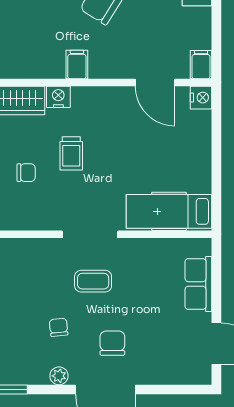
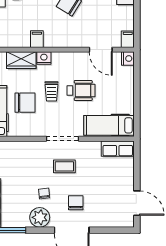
filing cabinet: (77, 65) -> (37, 39), moved
wheelchair: (121, 152) -> (81, 90), added
chair: (26, 173) -> (25, 103), width x1.87, depth x1.87
row of seats: (198, 284) -> (118, 149), moved, turned -90
plant: (59, 376) -> (40, 217), width x1.87, depth x1.87

